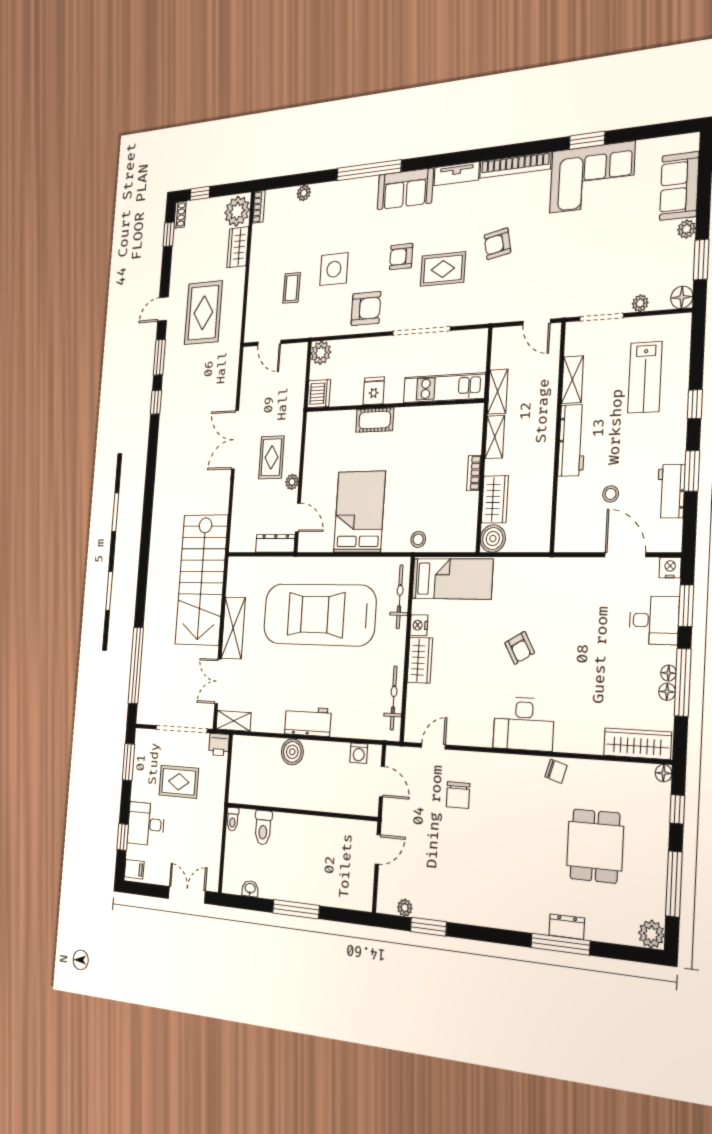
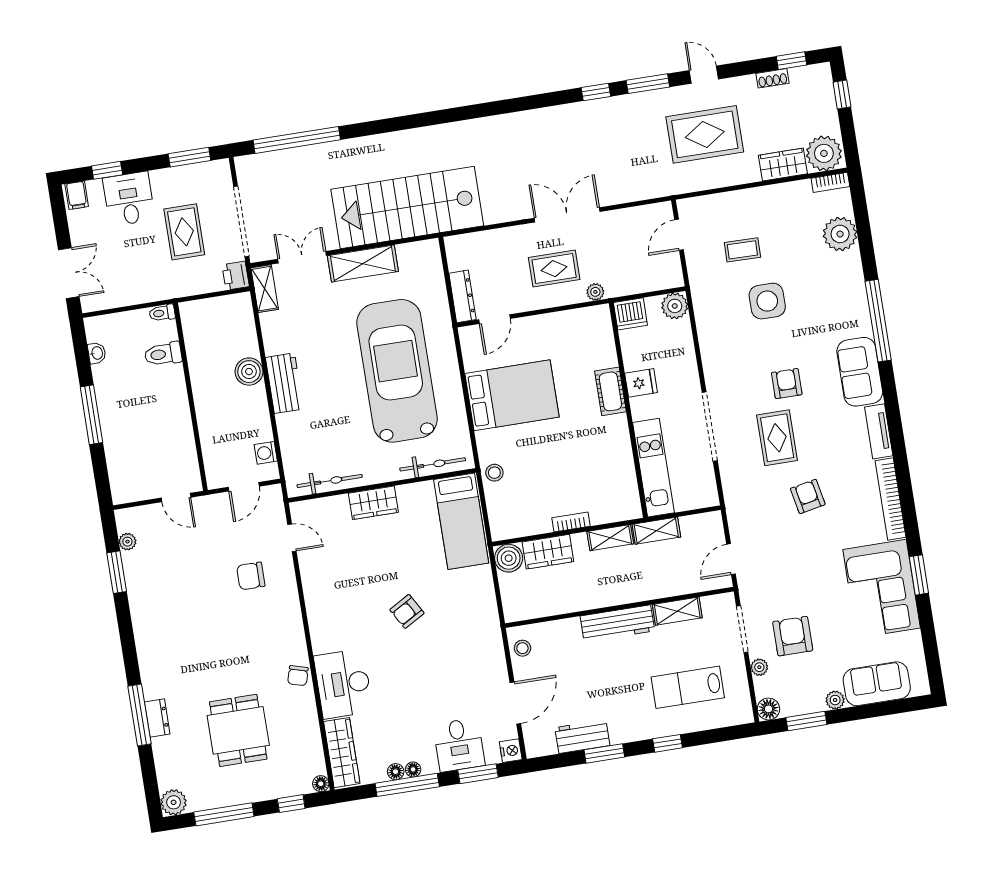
plant: (304, 193) -> (840, 234), width x1.88, depth x1.88
shoe rack: (180, 215) -> (772, 78), moved
armchair: (366, 308) -> (793, 636), moved, turned 180
plant: (292, 482) -> (595, 292), moved
stool: (611, 494) -> (522, 648), moved
nightstand: (419, 625) -> (408, 494), removed
desk: (524, 724) -> (343, 684), moved
dining table: (595, 846) -> (238, 730), turned 90

